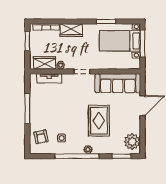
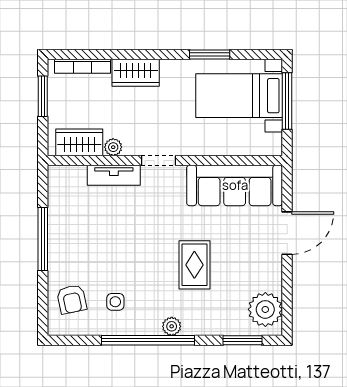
tv unit: (49, 78) -> (114, 175), moved
rug: (99, 121) -> (194, 265), width x0.73, depth x0.70

